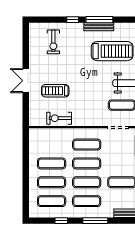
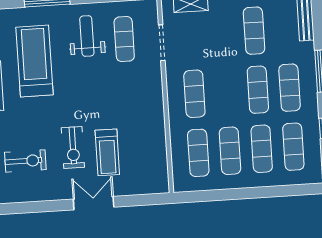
double door: (26, 81) -> (94, 203), swing flipped
exercise bike: (59, 118) -> (73, 147), moved
exercise mat: (87, 163) -> (198, 153), moved

